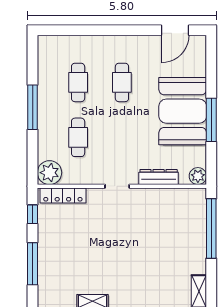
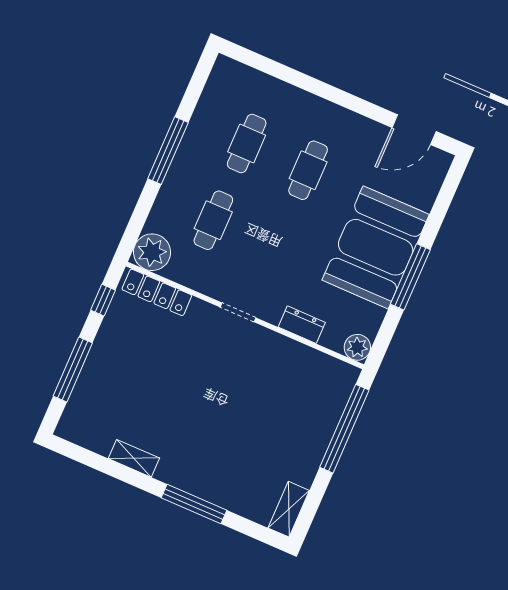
dresser: (159, 177) -> (302, 325), width x0.70

